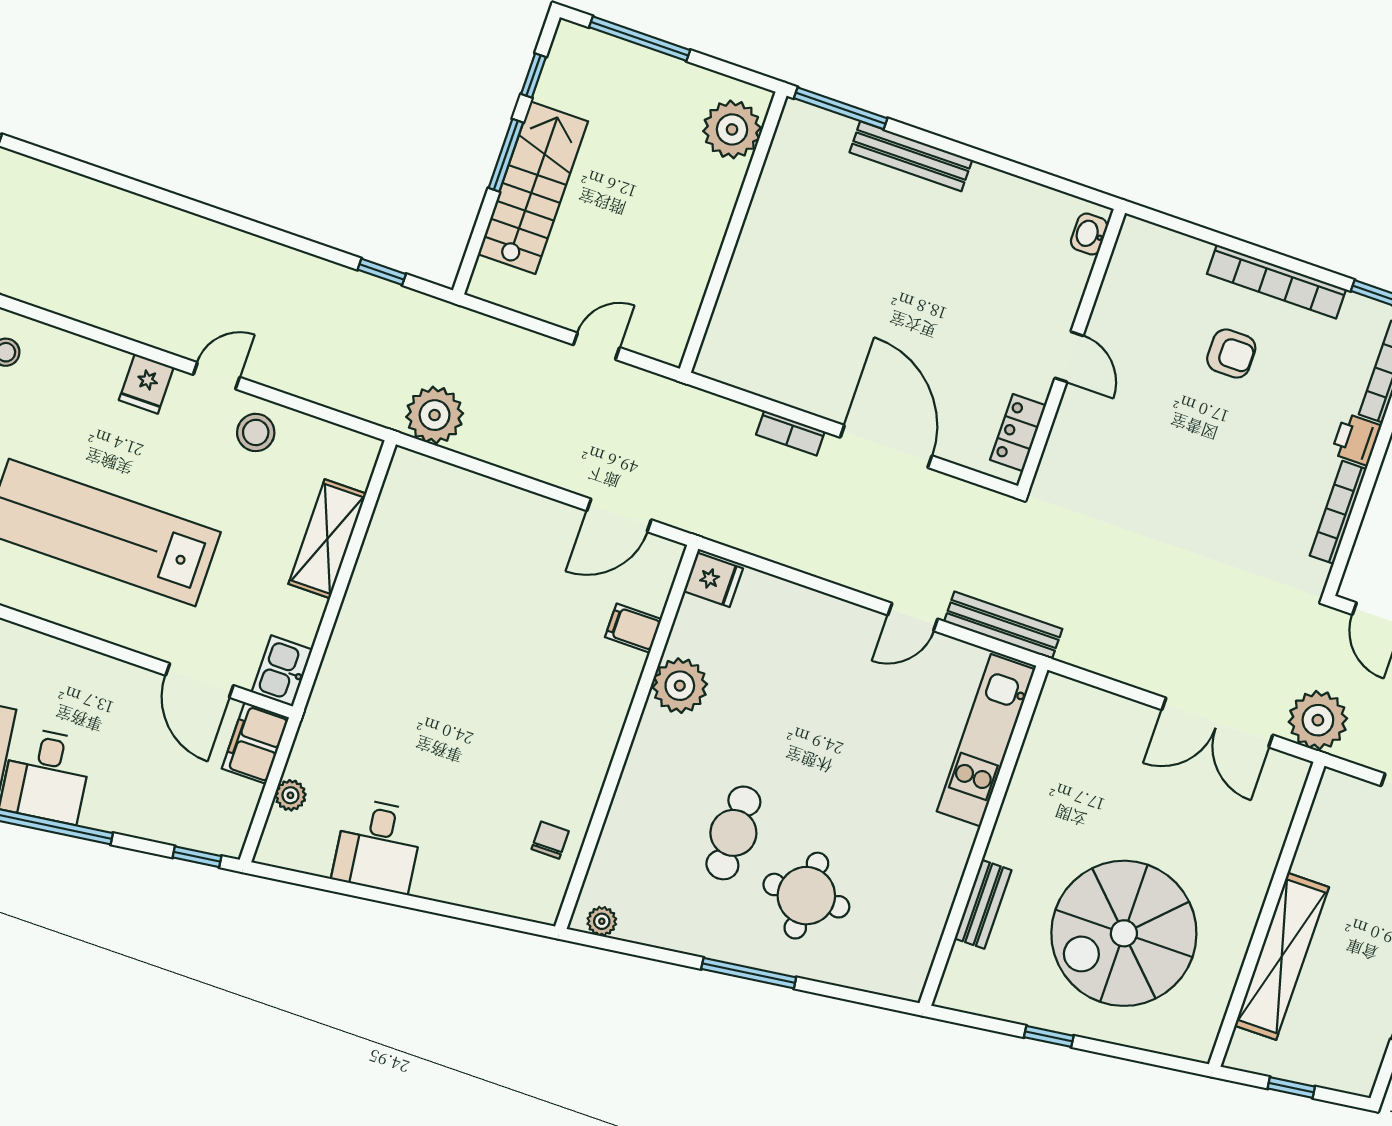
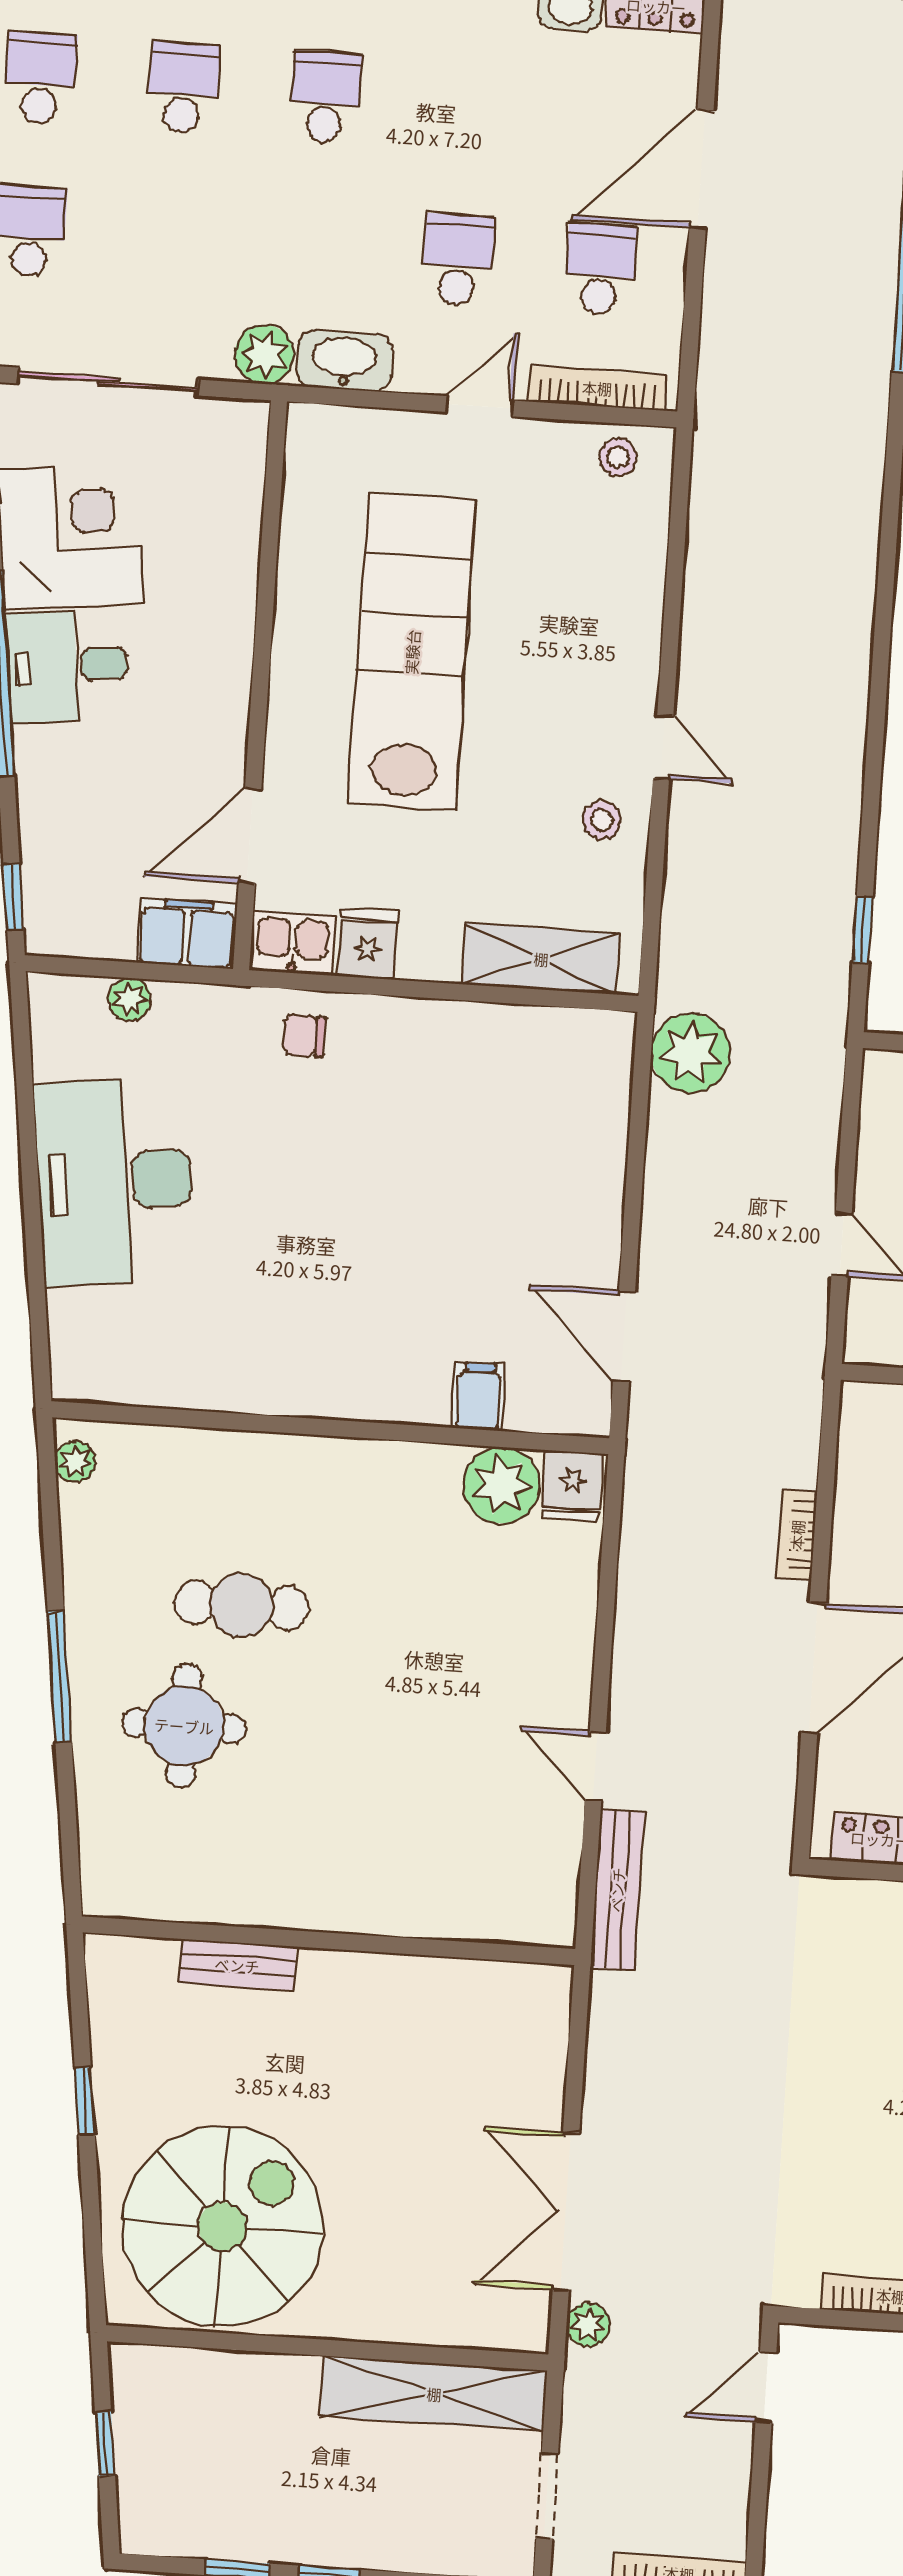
fridge: (146, 384) -> (368, 944), moved, turned 90
stool: (256, 432) -> (602, 820), width x0.73, depth x0.73
shelving: (327, 539) -> (541, 959), moved
plant: (680, 686) -> (501, 1485), moved
plant: (1318, 720) -> (588, 2325), width x0.53, depth x0.53
kitchen unit: (986, 740) -> (457, 1909), removed
chair: (550, 840) -> (304, 1036), moved, turned 180
desk: (378, 846) -> (115, 1181), width x1.87, depth x1.30
spiral stairs: (1124, 933) -> (223, 2226), moved, turned 90
shelving: (1282, 956) -> (434, 2394), moved

